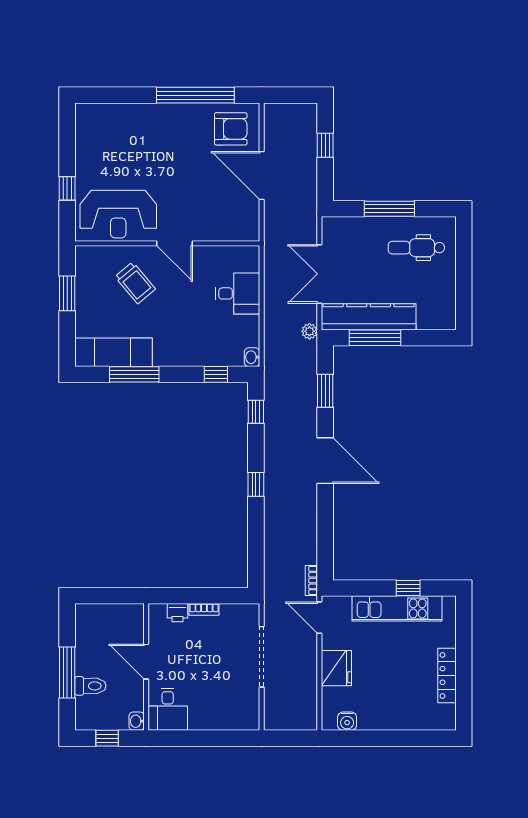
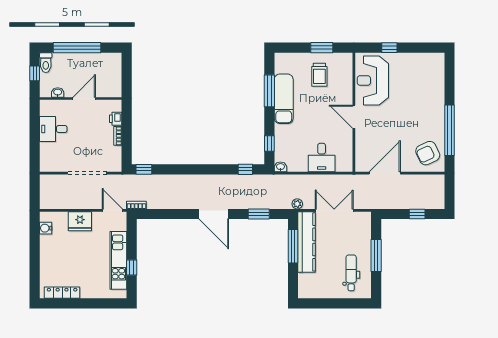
armchair: (231, 129) -> (428, 153), turned 65
door: (262, 176) -> (385, 173), moved
door: (174, 243) -> (354, 117), hinge flipped
trolley: (135, 283) -> (319, 75), moved, turned -50
exam couch: (114, 352) -> (284, 99), moved
door: (325, 461) -> (214, 214), hinge flipped
window: (256, 484) -> (144, 169), moved
door: (319, 618) -> (112, 210), hinge flipped
window: (67, 673) -> (77, 48), width x1.46
locker: (447, 675) -> (62, 293), moved
toilet: (90, 686) -> (46, 63), moved
desk: (168, 709) -> (53, 129), moved
washbasin: (137, 721) -> (58, 92), moved

